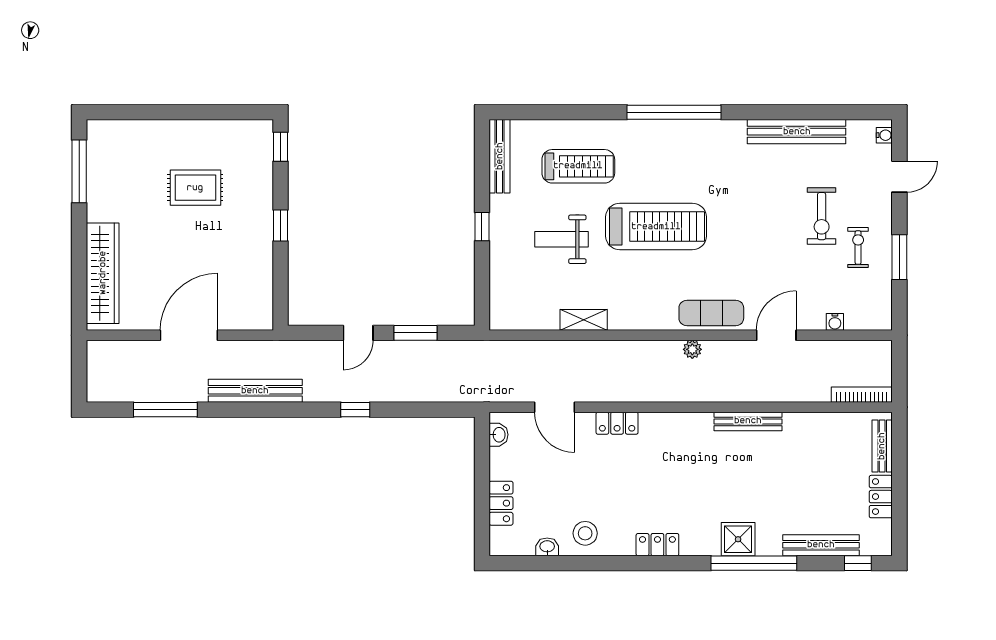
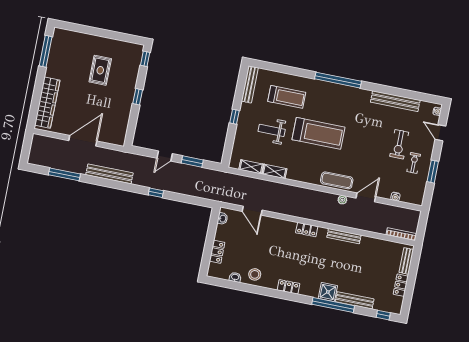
door: (899, 177) -> (440, 133), swing flipped
rug: (195, 188) -> (100, 70), turned 90
shelving: (535, 320) -> (251, 167), added
plant: (692, 349) -> (342, 200), moved
locker: (617, 423) -> (307, 230), moved
bench: (821, 545) -> (355, 300), moved

